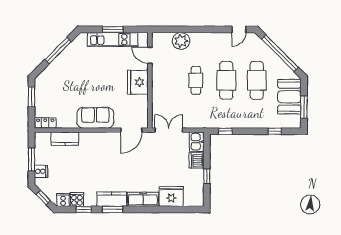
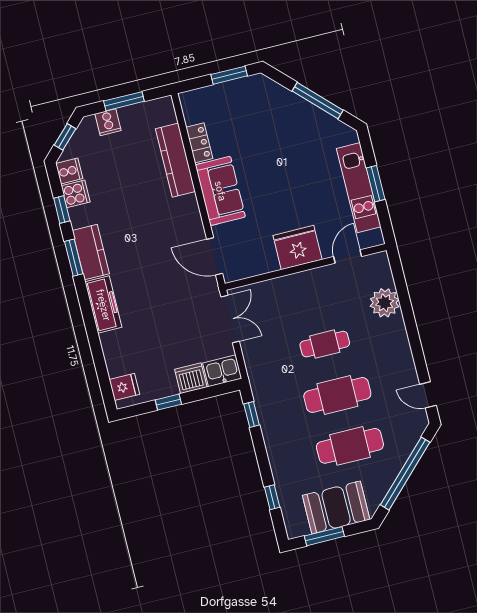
locker: (45, 123) -> (199, 143), moved
kitchen counter: (65, 139) -> (175, 160), width x1.50
fridge: (171, 196) -> (124, 387), moved, width x0.53, depth x0.75

